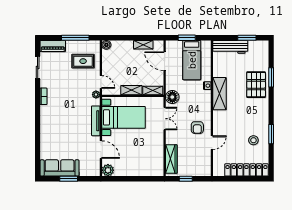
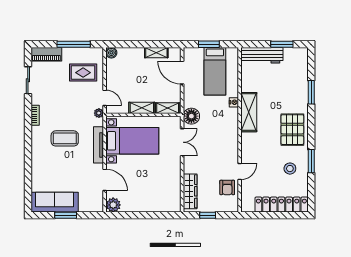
pallet: (256, 85) -> (292, 130), moved
coffee table: (68, 115) -> (65, 138), added
armchair: (197, 128) -> (227, 187), moved

